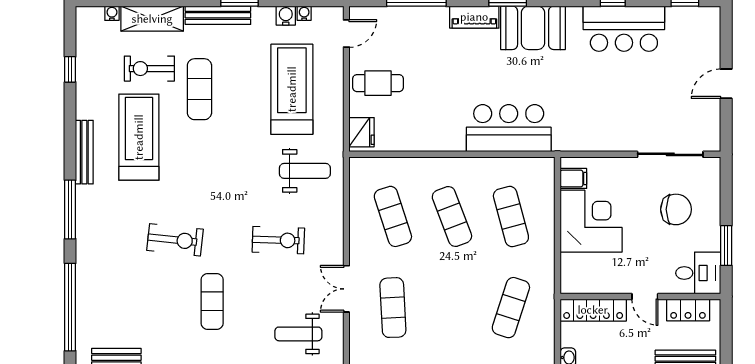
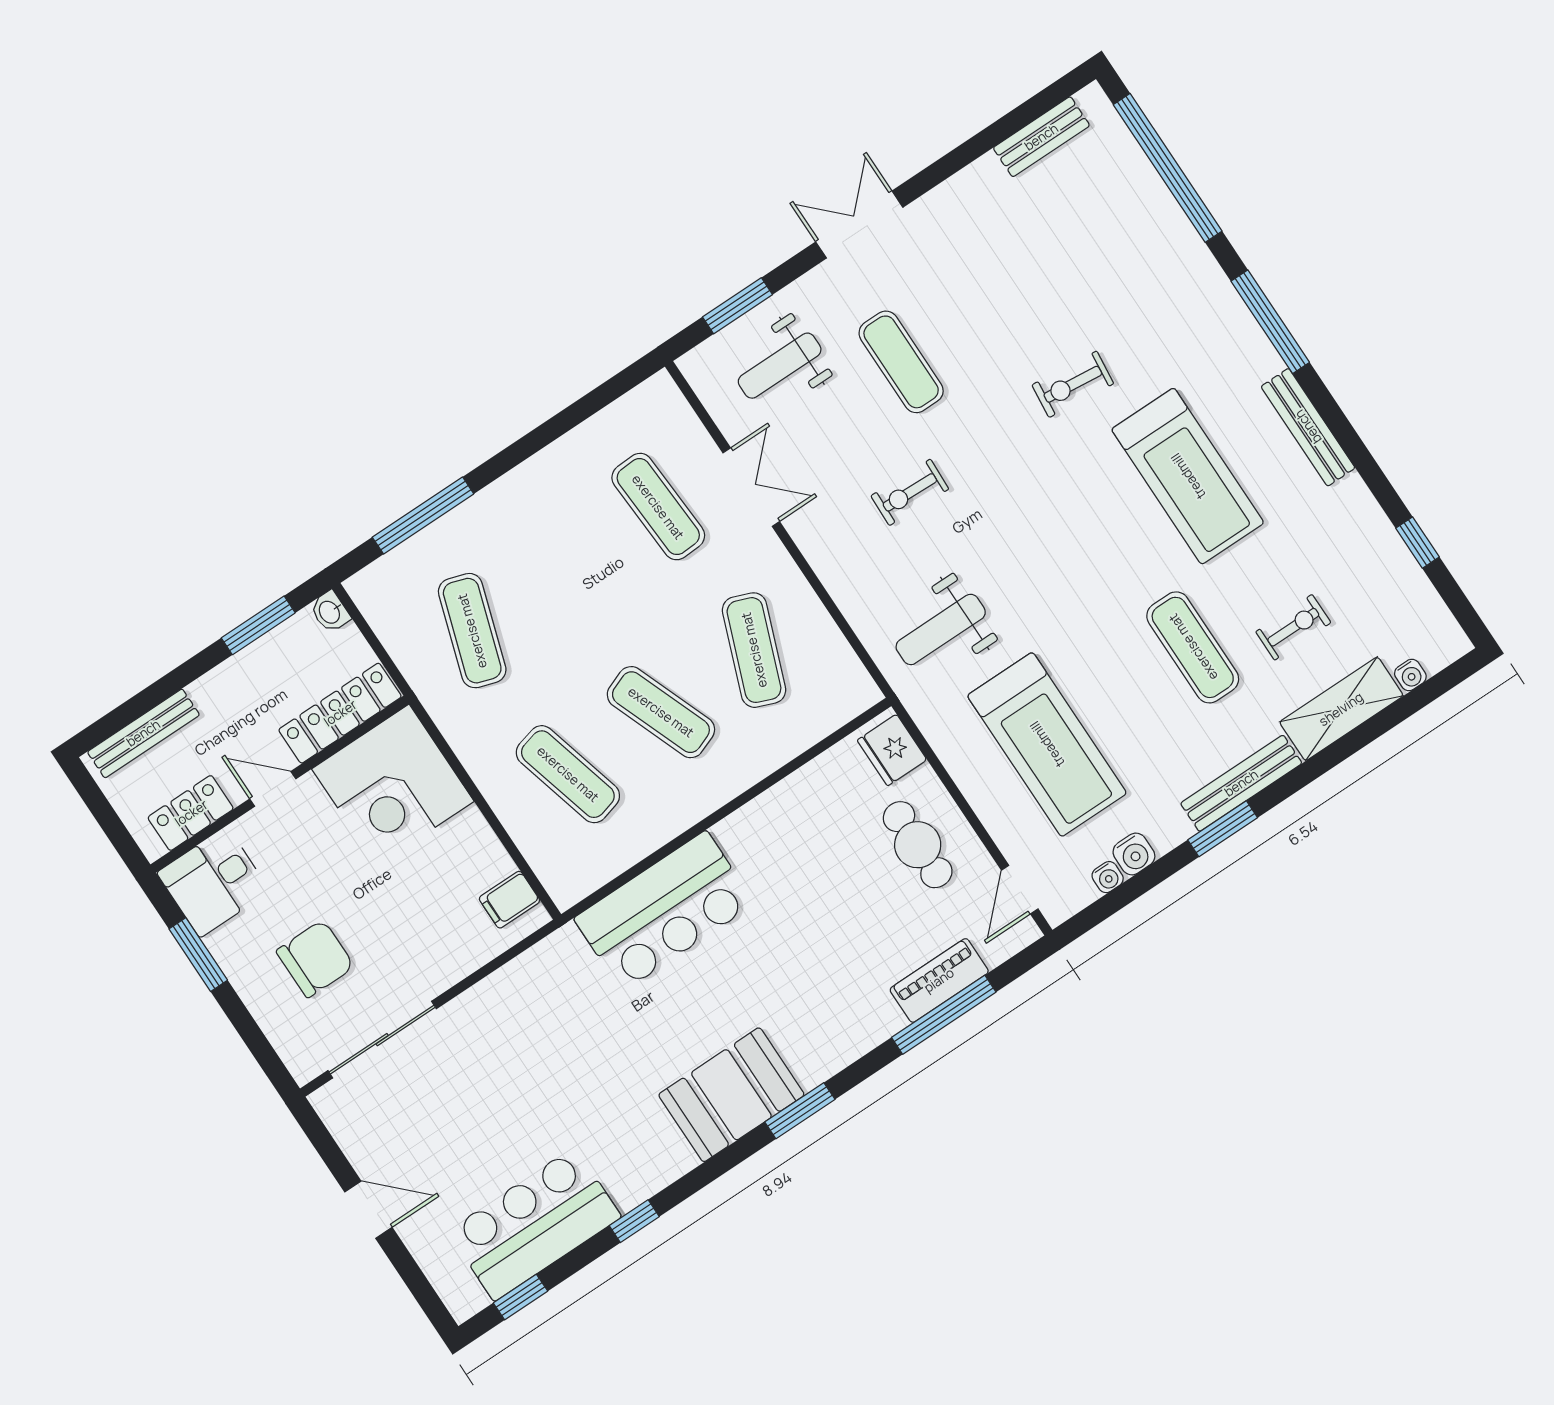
piano: (474, 17) -> (939, 980), moved
bar counter: (624, 29) -> (534, 1224), moved
exercise bike: (149, 69) -> (1293, 627), width x0.73, depth x0.72
cafe table: (378, 83) -> (918, 845), turned 90
door: (726, 84) -> (368, 1210), hinge flipped
treadmill: (139, 137) -> (1188, 476), moved
chair: (676, 209) -> (315, 959), turned 180
exercise mat: (393, 216) -> (754, 650), turned 39
corner desk: (591, 221) -> (393, 785), moved
exercise bike: (175, 240) -> (1073, 384), width x0.73, depth x0.72
exercise bike: (278, 240) -> (910, 492), width x0.73, depth x0.72
exercise mat: (212, 301) -> (901, 362), moved
weight bench: (298, 334) -> (780, 366), turned 180

